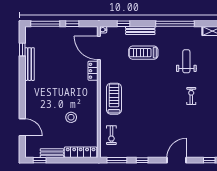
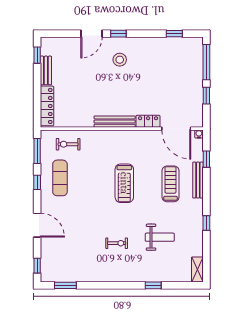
window: (175, 24) -> (206, 223), width x0.32
door: (99, 48) -> (176, 129), swing flipped
bench: (30, 64) -> (115, 122), moved
window: (22, 95) -> (118, 34), added
treadmill: (114, 99) -> (124, 183), moved, turned 90
stool: (71, 117) -> (120, 60), moved
door: (22, 127) -> (92, 34), moved
exercise mat: (139, 142) -> (60, 178), added

